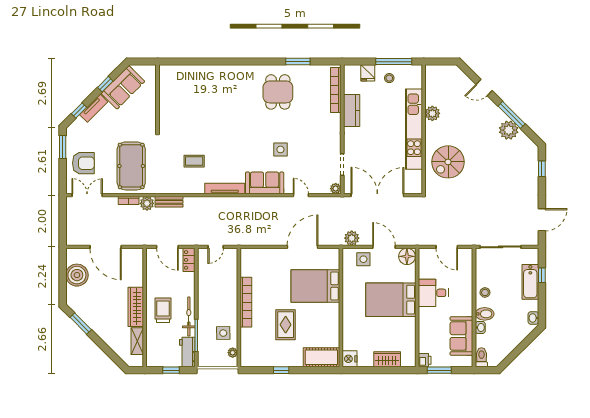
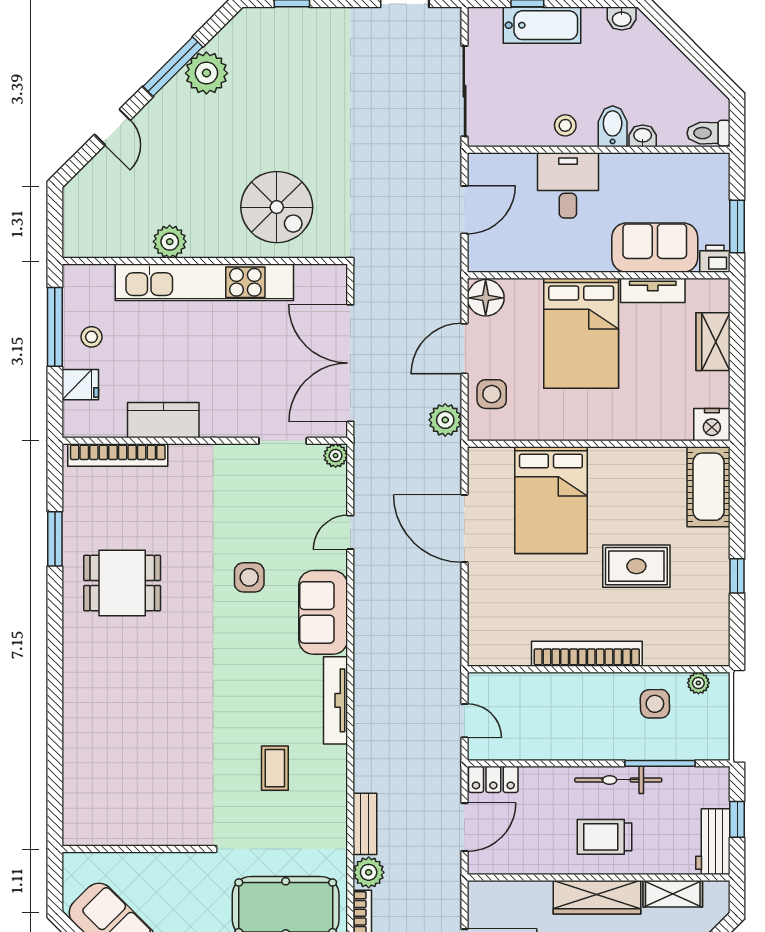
desk: (433, 293) -> (568, 185), moved, turned 180
tv unit: (410, 332) -> (653, 290), added
sofa: (461, 336) -> (655, 248), moved, turned 180
workbench: (187, 352) -> (713, 842), moved, turned 90

